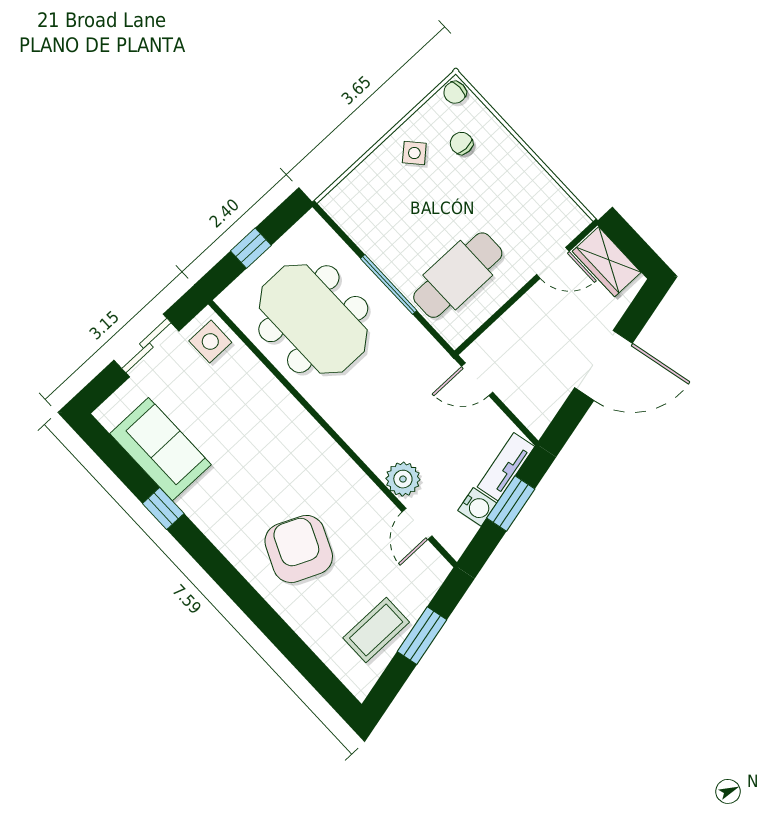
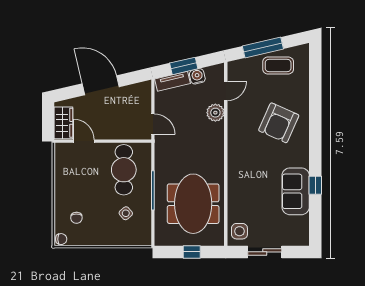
side table: (414, 153) -> (126, 213), moved
cafe table: (458, 275) -> (124, 170), turned 90
sofa: (160, 449) -> (296, 191), moved
window: (422, 636) -> (263, 47), width x1.44

